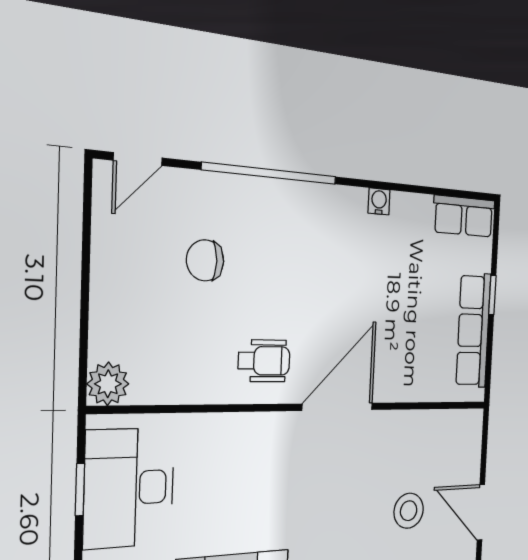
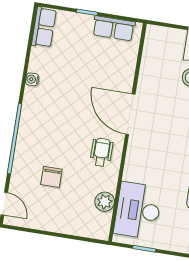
row of seats: (473, 330) -> (114, 28), width x0.68
plant: (108, 384) -> (105, 202), moved
desk: (129, 488) -> (138, 210), moved, turned 90

